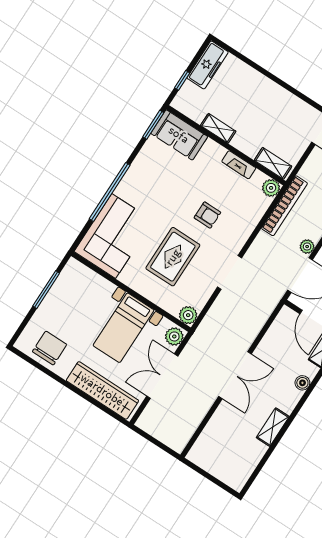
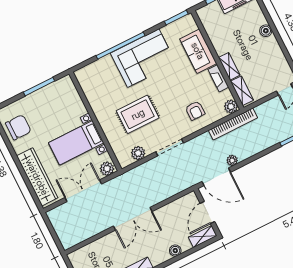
boiler: (261, 82) -> (266, 31), added
shelving: (218, 128) -> (229, 66), moved
sofa: (179, 135) -> (198, 51), moved
armchair: (207, 215) -> (195, 110), moved
corner sofa: (114, 236) -> (143, 58), moved
plant: (188, 315) -> (138, 153), moved

